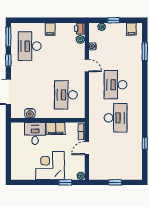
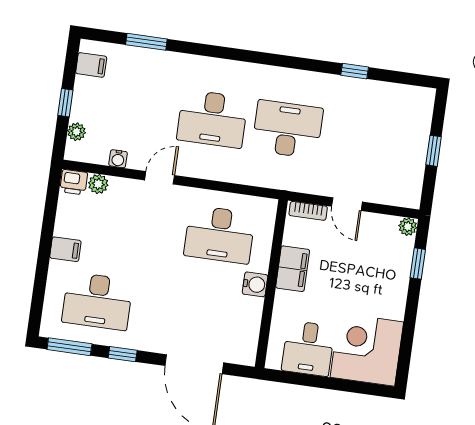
water cooler: (30, 113) -> (255, 284), moved
desk: (35, 134) -> (308, 348), moved, turned -90
corner desk: (50, 166) -> (367, 350), moved, turned 90

